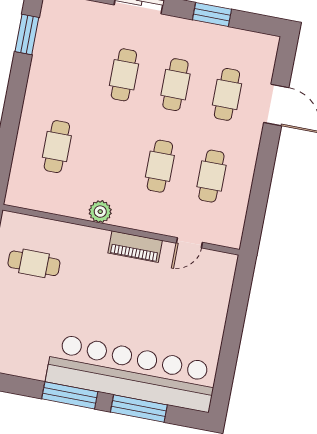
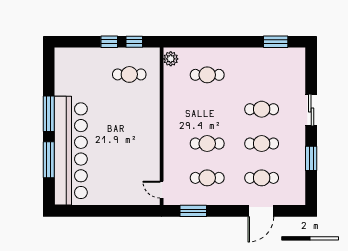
window: (257, 207) -> (193, 211), added
plant: (100, 212) -> (171, 59), moved
door: (189, 243) -> (162, 190), moved
piano: (135, 247) -> (152, 138), removed
cafe table: (34, 263) -> (129, 74), turned 90

